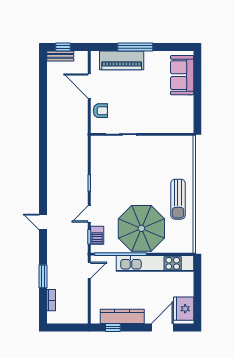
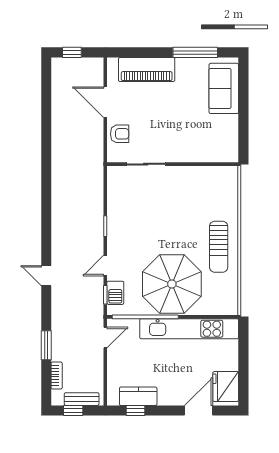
window: (135, 47) -> (195, 52), moved
bench: (60, 56) -> (82, 399), moved
kitchen counter: (122, 316) -> (138, 396), width x0.67
window: (64, 328) -> (73, 411), added

